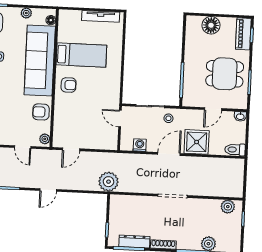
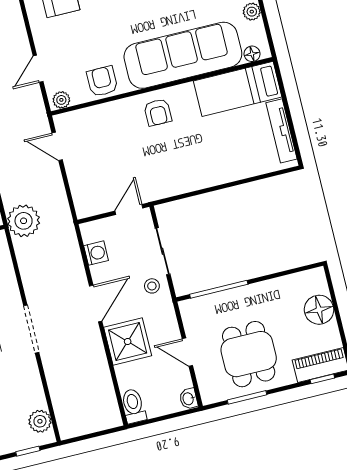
bed: (81, 55) -> (238, 89), moved, turned 90
door: (169, 154) -> (96, 303), hinge flipped

